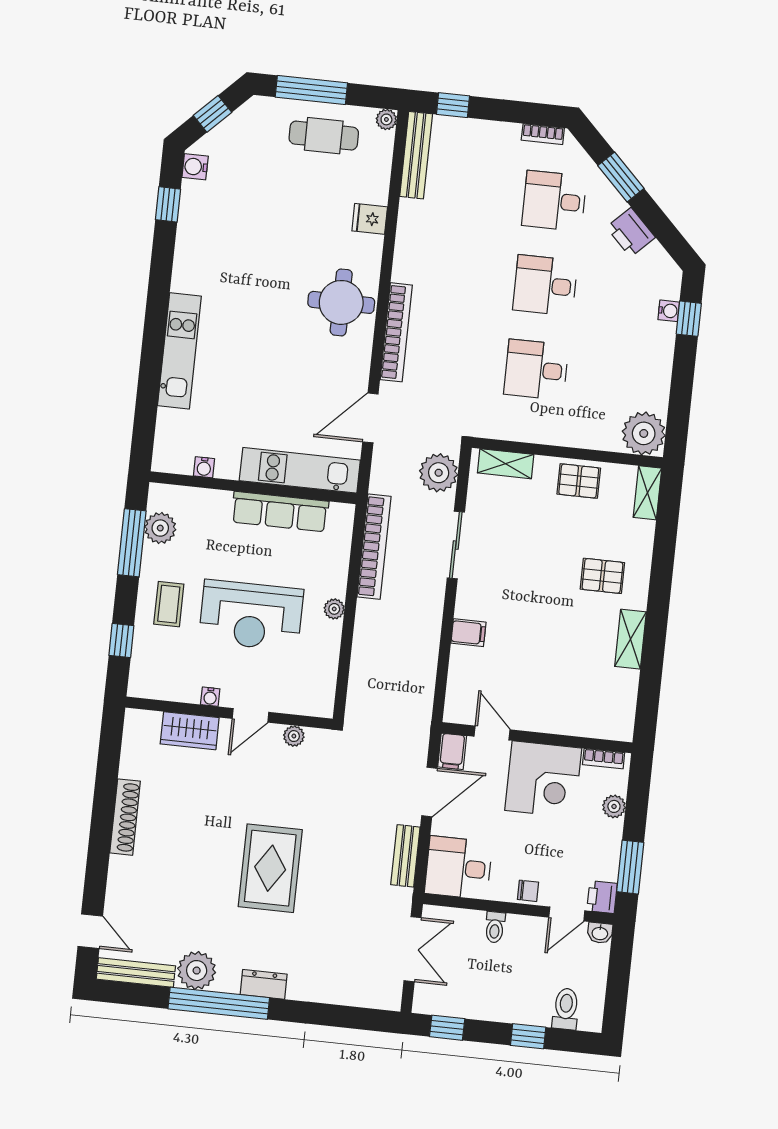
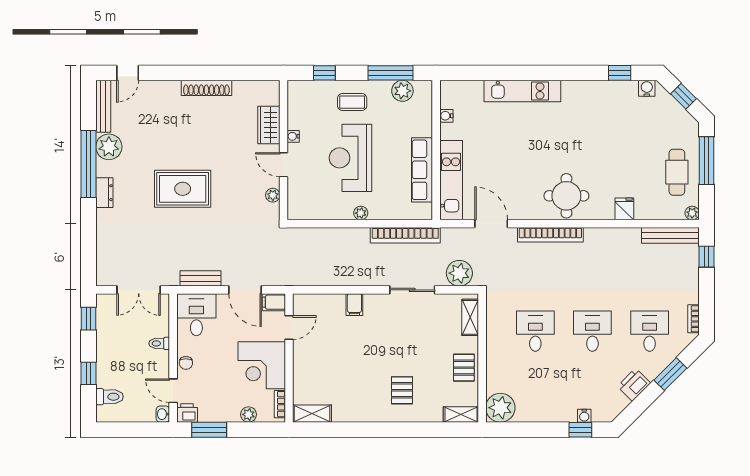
shelving: (630, 639) -> (312, 414), moved

